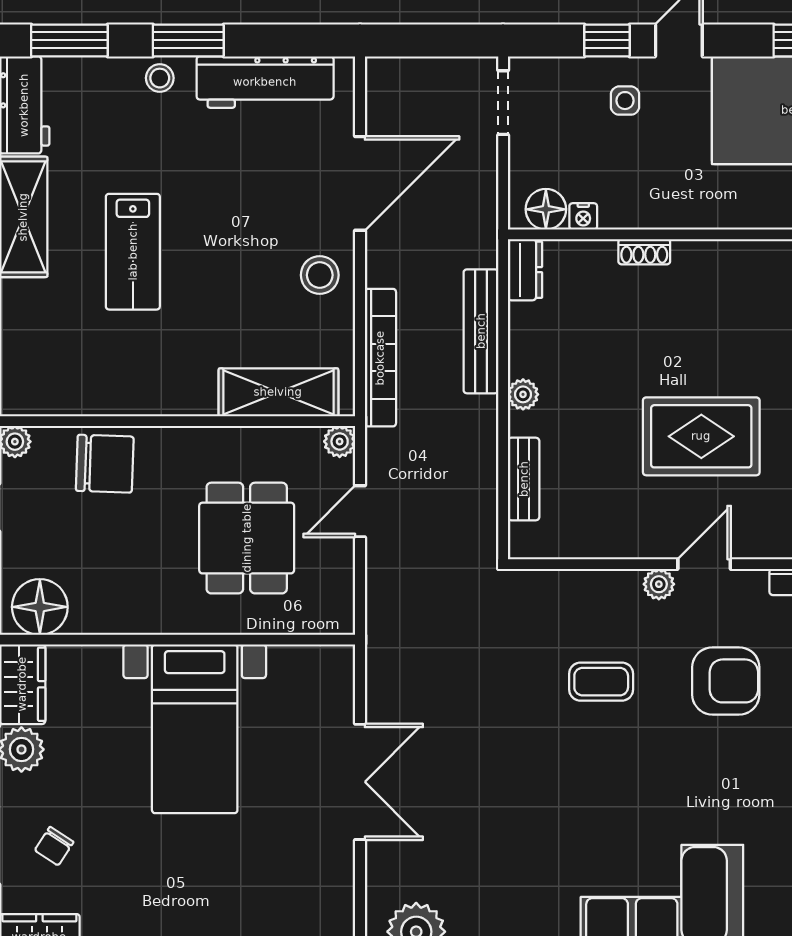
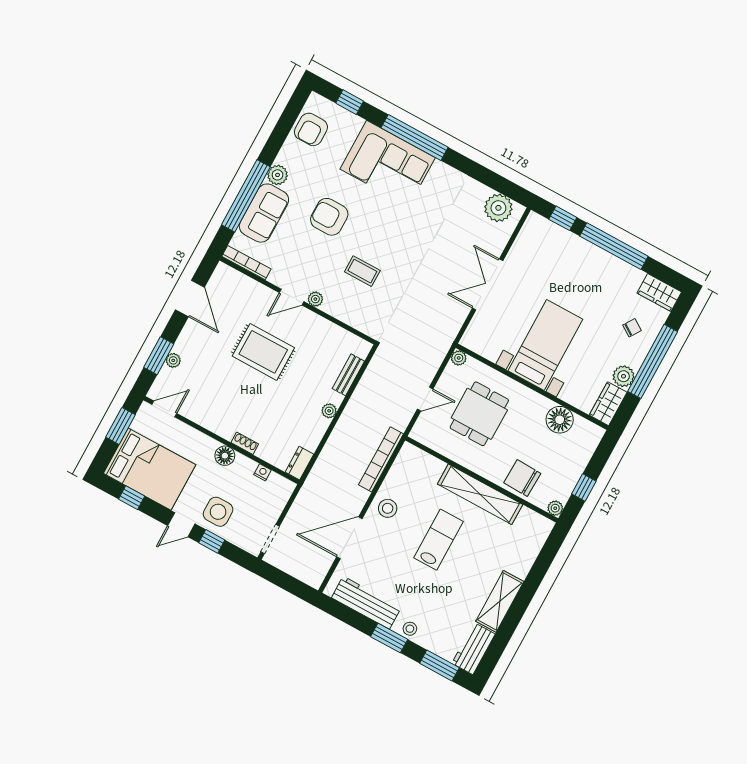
side table: (625, 101) -> (218, 512), width x1.87, depth x1.87
floor lamp: (546, 209) -> (225, 456), moved
lab bench: (133, 252) -> (438, 540), moved
bench: (481, 331) -> (332, 447), removed
shelving: (278, 392) -> (480, 494), moved, width x1.47
plant: (340, 441) -> (459, 358), moved
floor lamp: (40, 607) -> (560, 420), moved
armchair: (726, 681) -> (329, 217), moved

